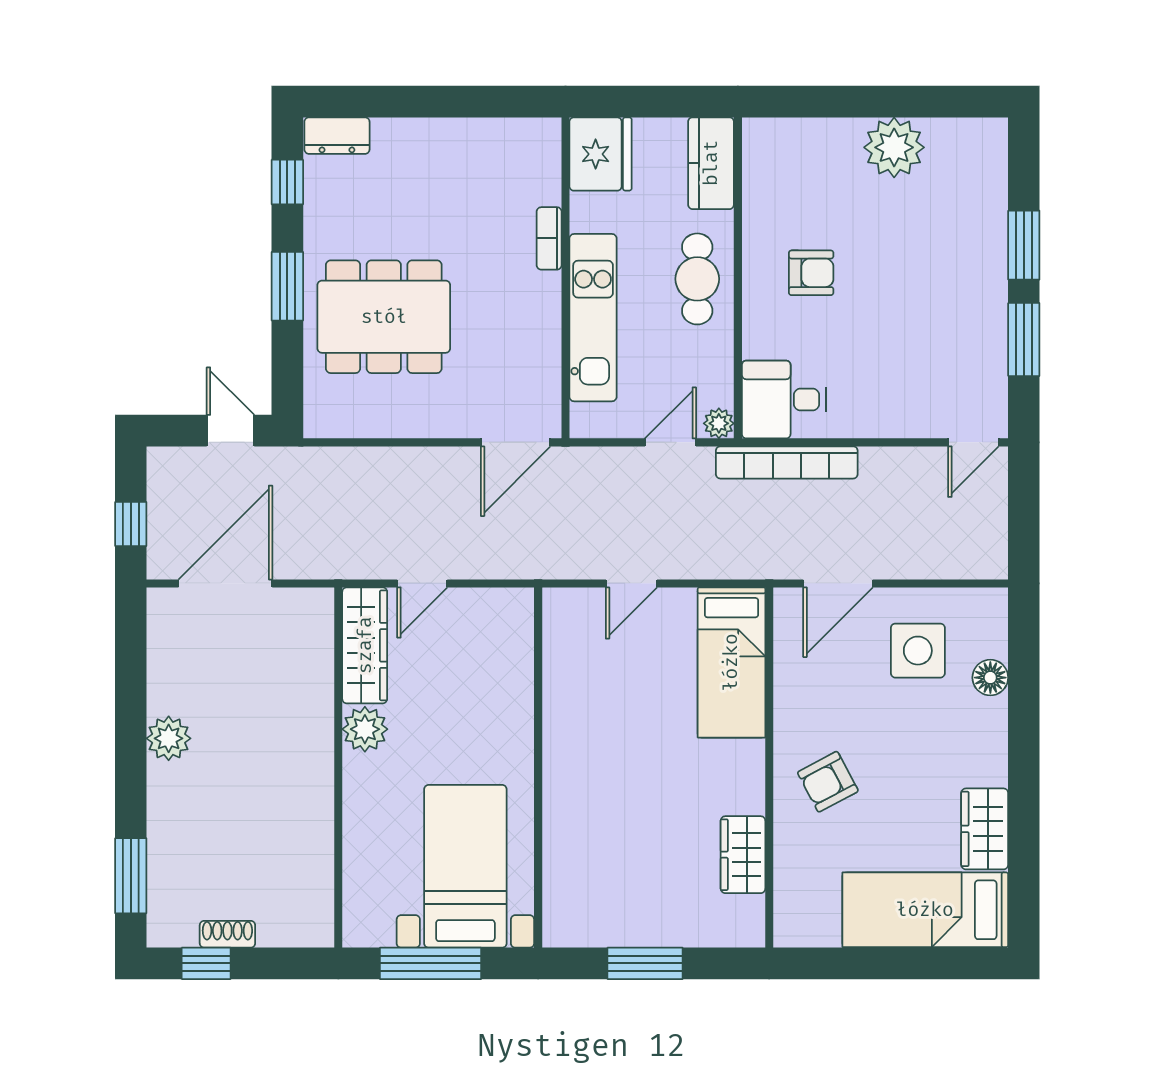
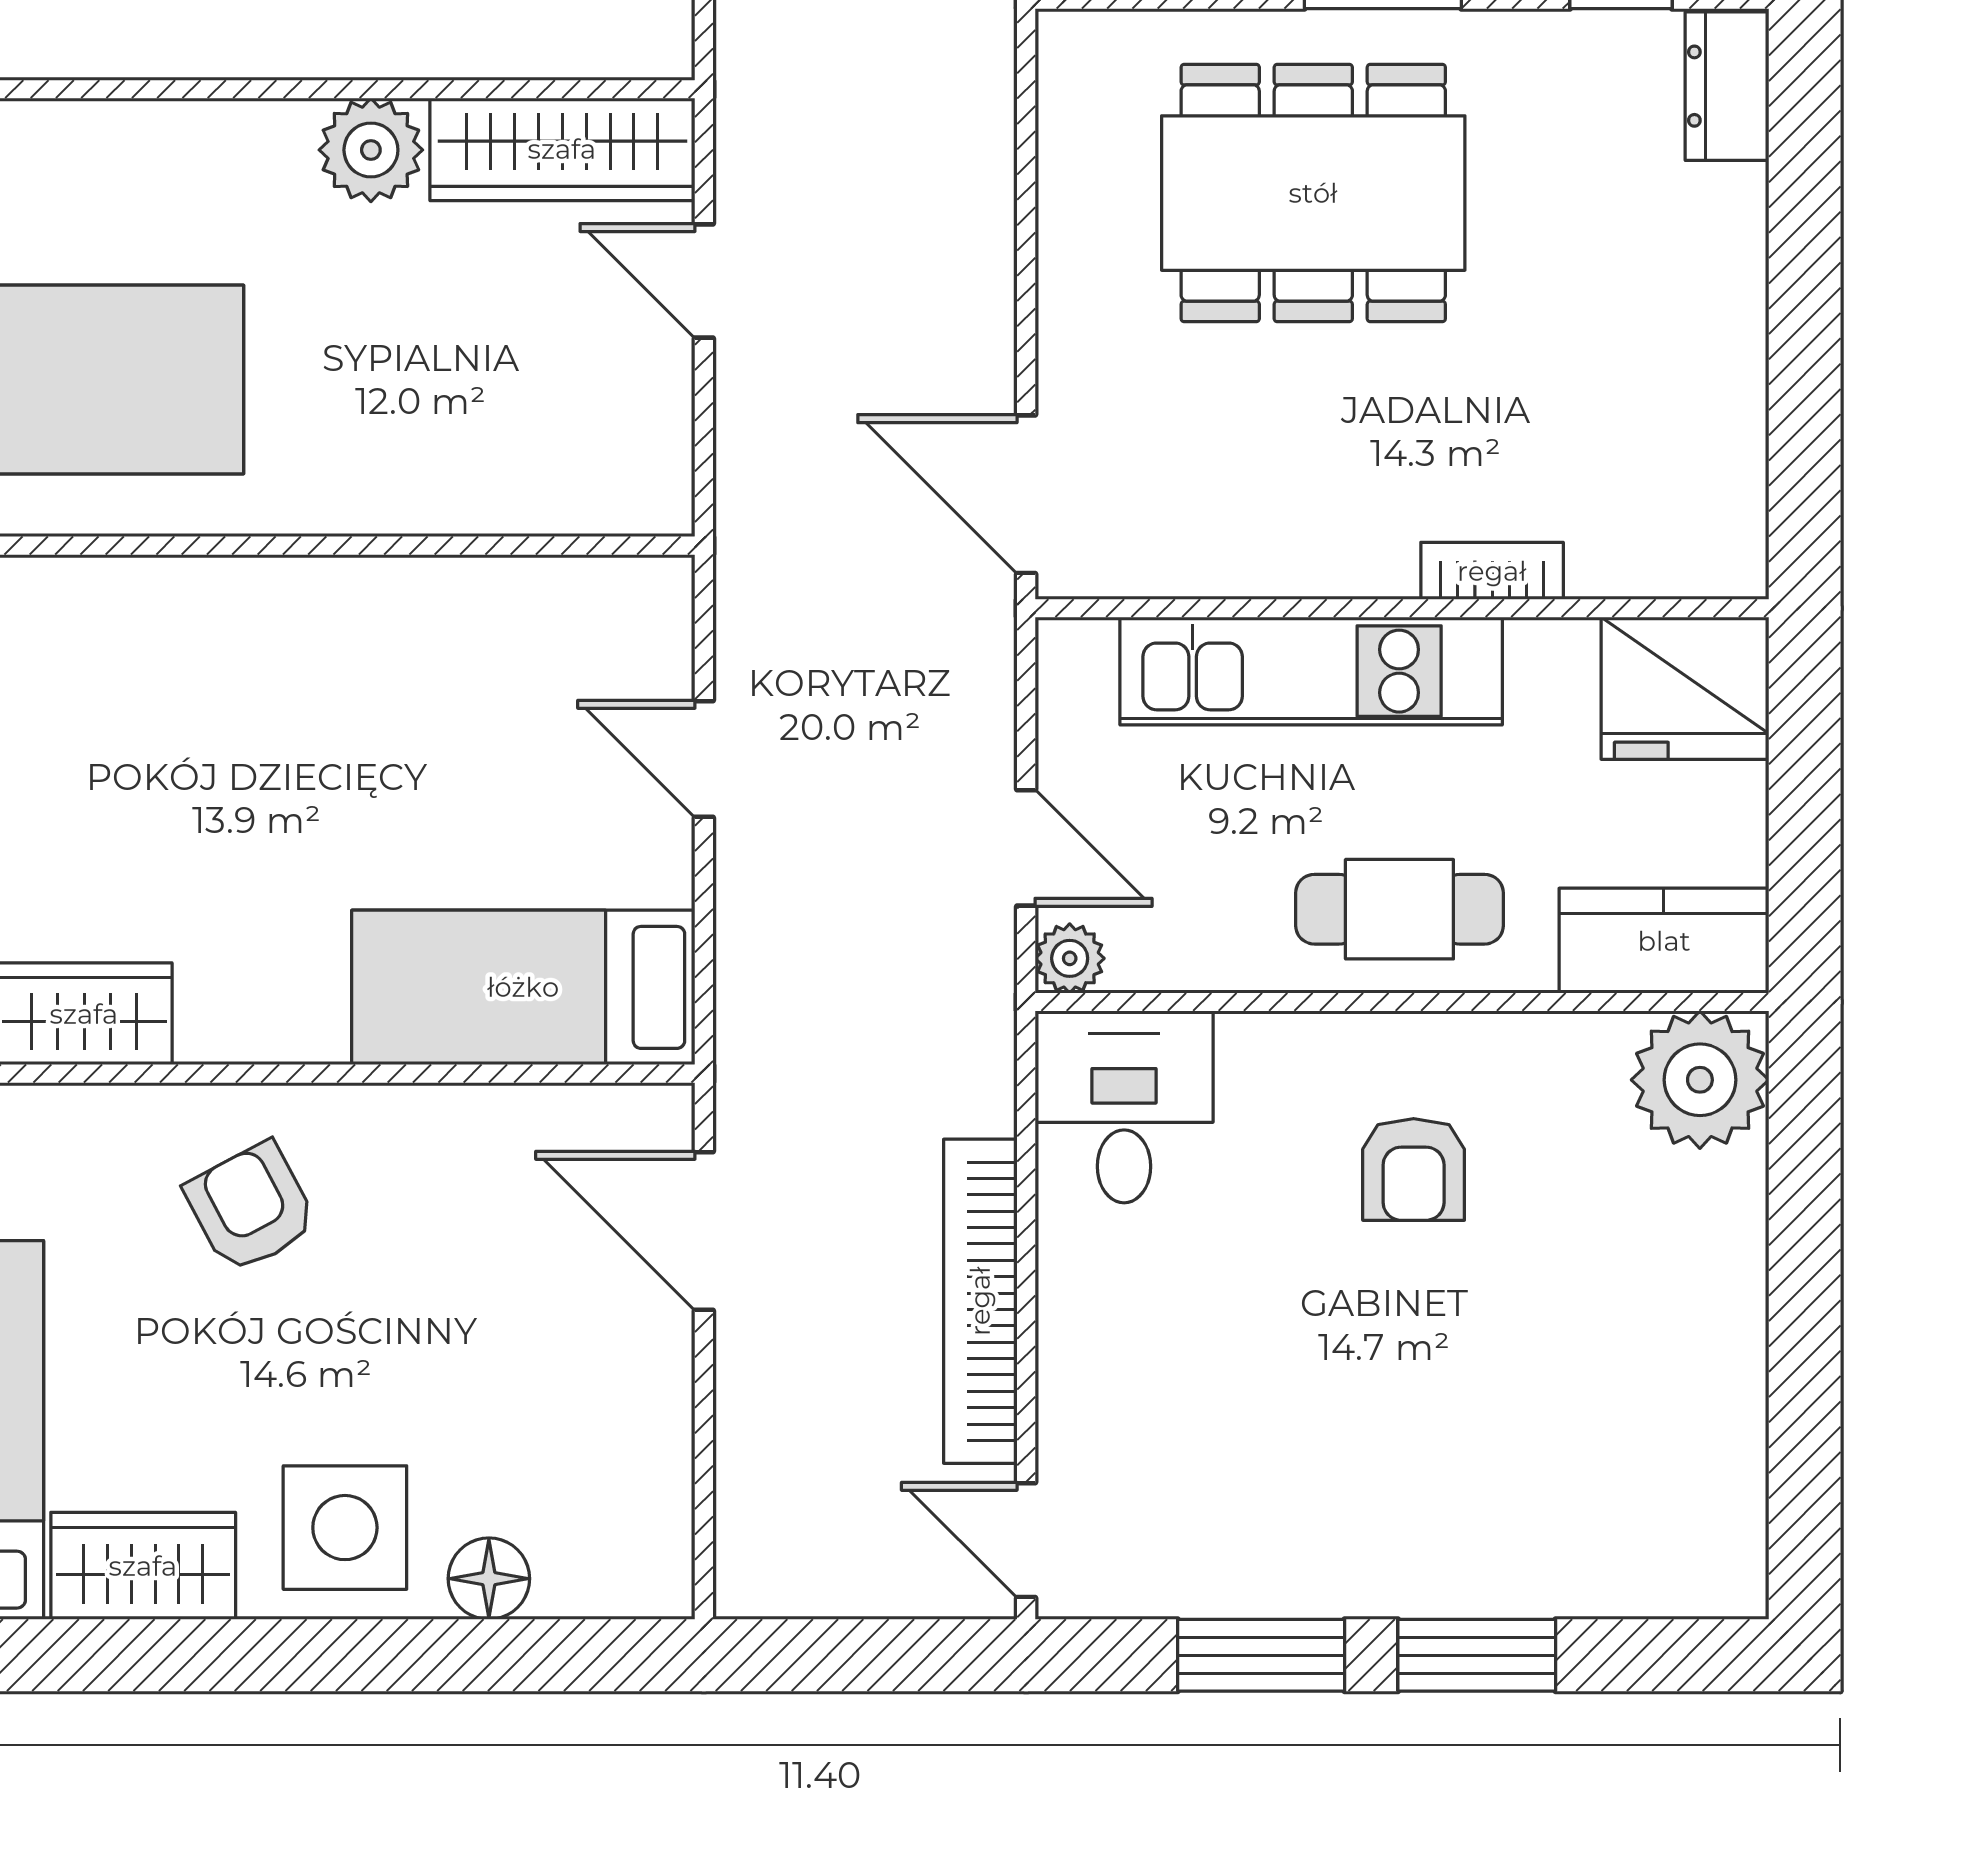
plant: (894, 147) -> (1700, 1080), moved
dining table: (384, 317) -> (1313, 193), turned 90
bookcase: (787, 462) -> (980, 1301), moved
side table: (918, 651) -> (345, 1528), moved

